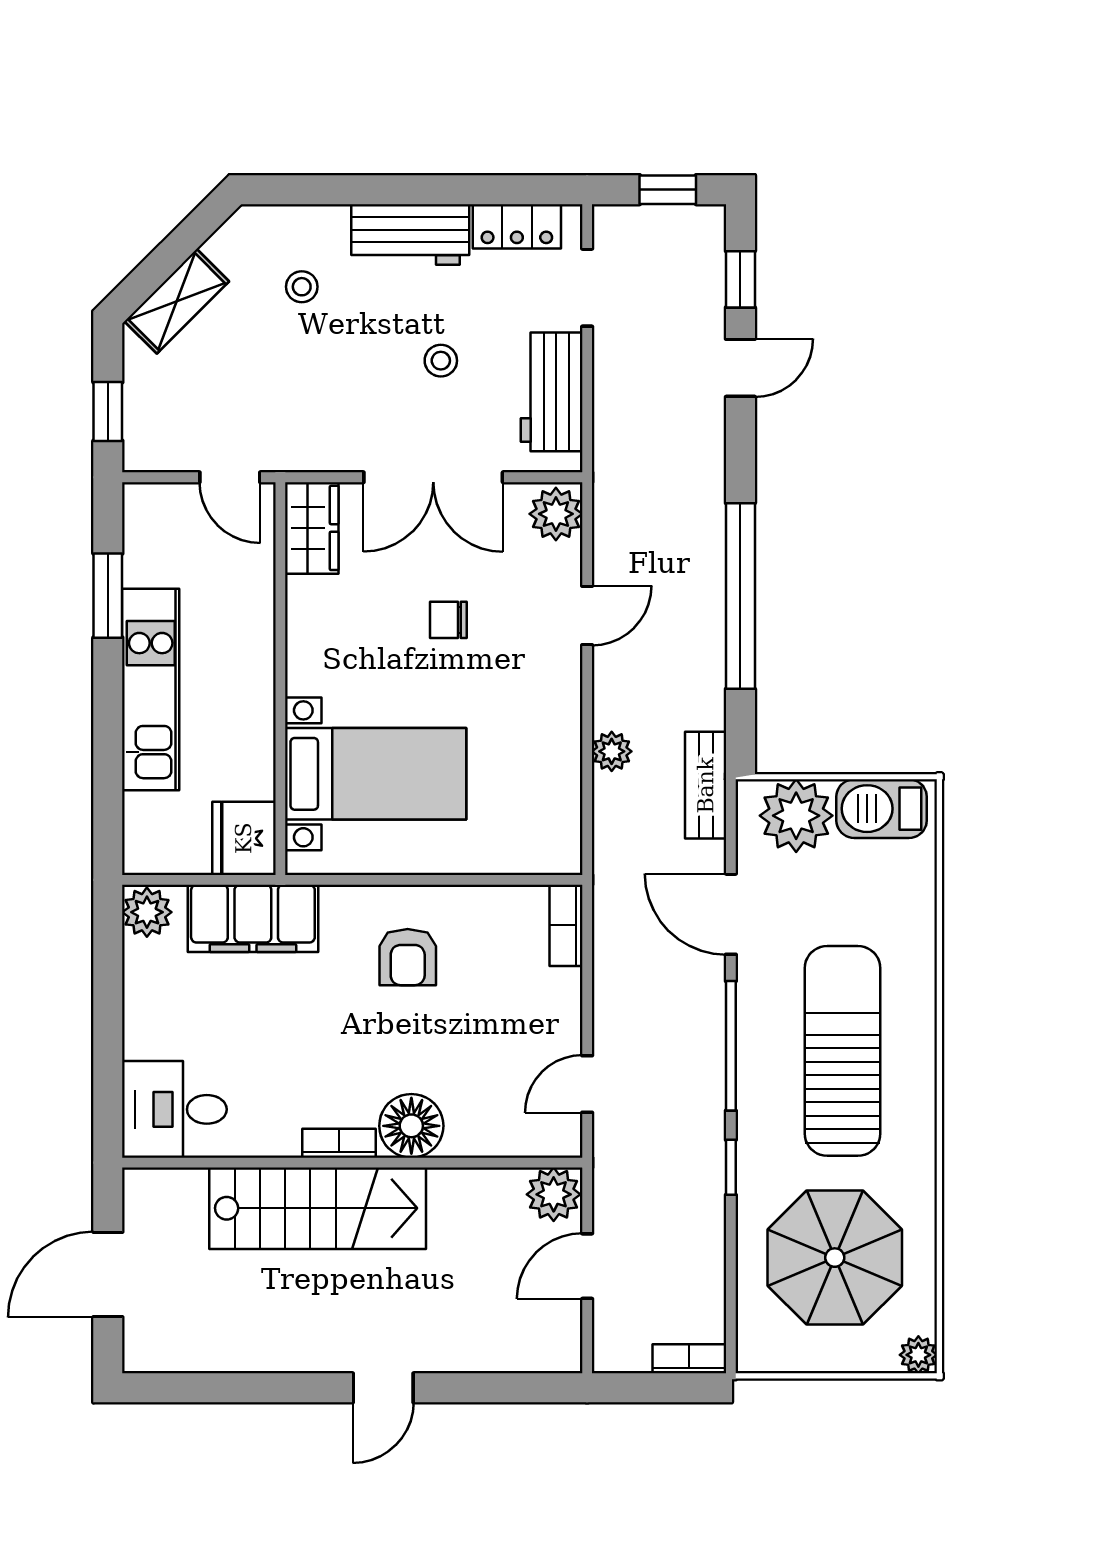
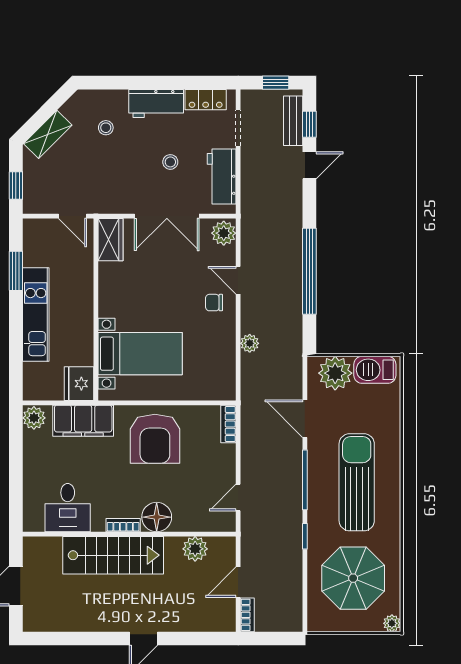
door: (587, 616) -> (238, 280), swing flipped
chair: (448, 620) -> (214, 303), moved
bench: (706, 785) -> (293, 121), moved
armchair: (408, 957) -> (155, 439), width x1.88, depth x1.88
desk: (174, 1109) -> (68, 508), moved, turned -90
plant: (554, 1194) -> (195, 549), moved
bookcase: (689, 1359) -> (247, 615), moved, turned 90

